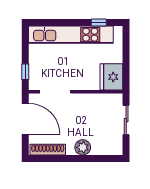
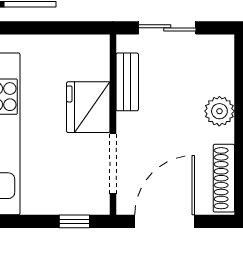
fridge: (111, 77) -> (88, 107), moved, turned 90
bench: (98, 99) -> (127, 82), added

